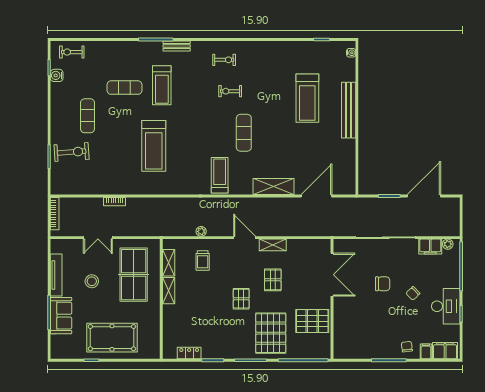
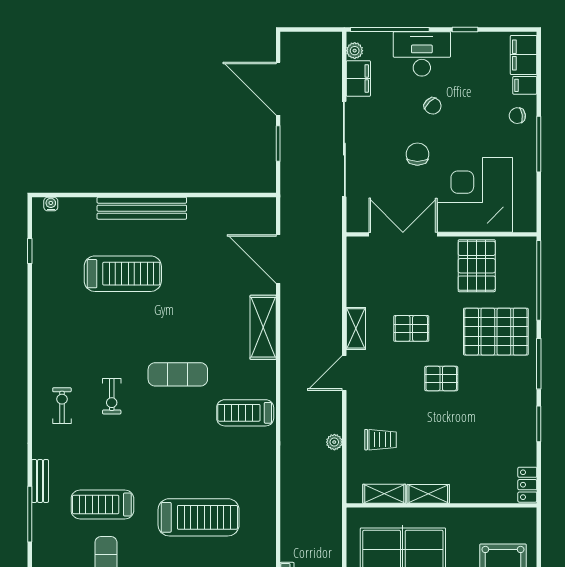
treadmill: (162, 85) -> (102, 505), turned 180
desk: (446, 306) -> (422, 54), moved
corner desk: (357, 320) -> (475, 195), added
locker: (189, 353) -> (527, 485), moved

